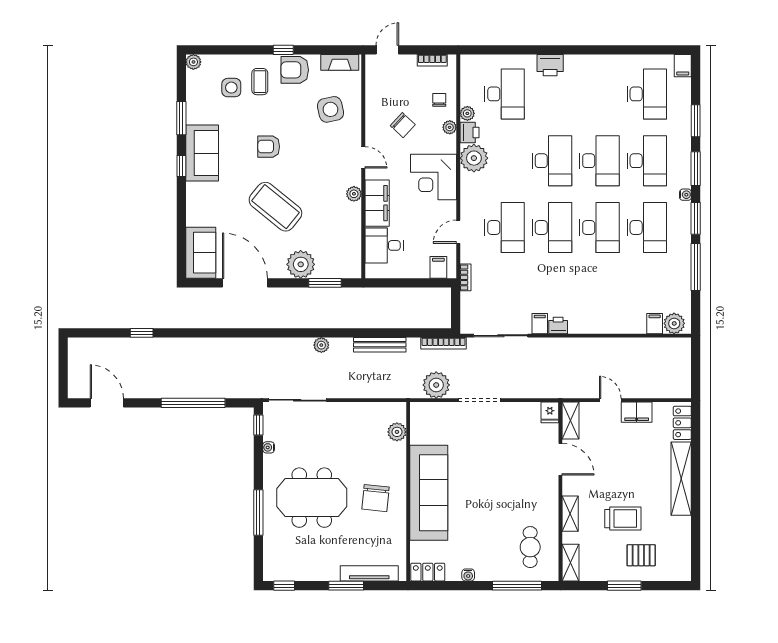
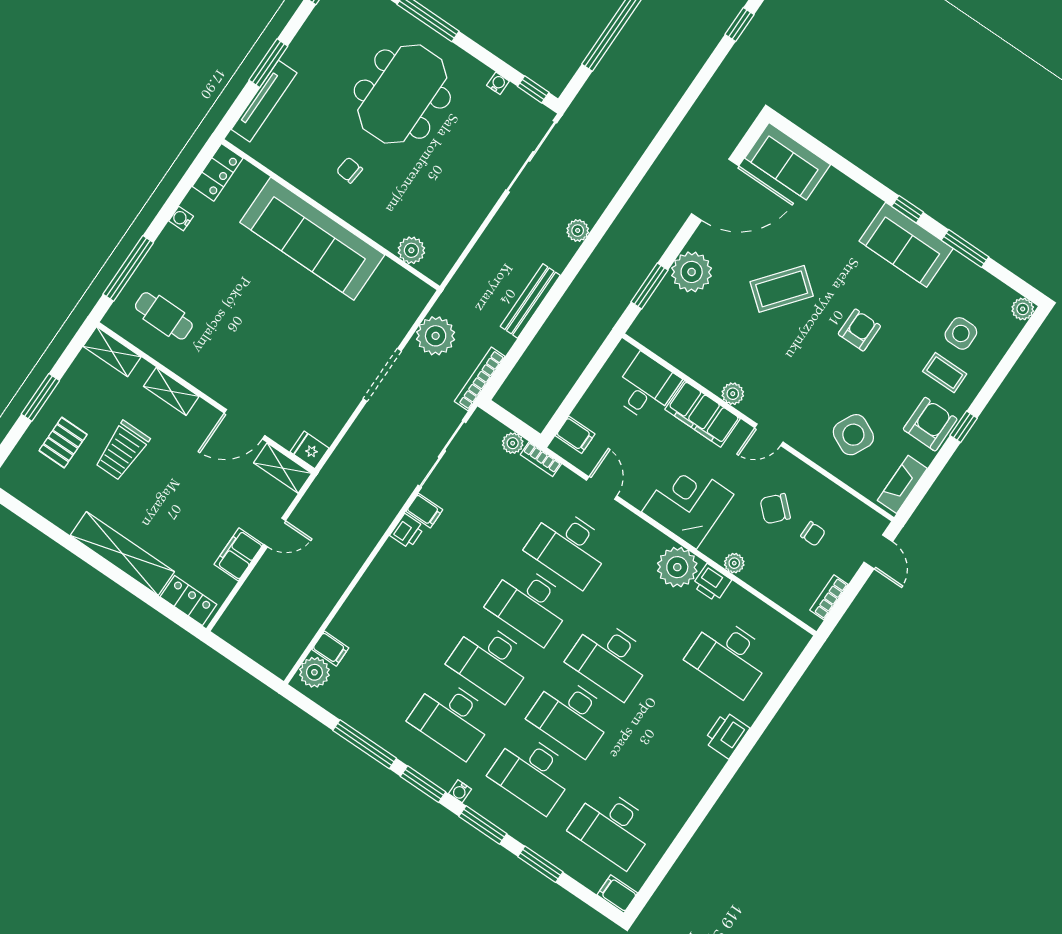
chair: (439, 100) -> (813, 534), moved
side table: (330, 109) -> (853, 435), turned 38
plant: (467, 113) -> (513, 443), moved
coffee table: (275, 207) -> (782, 289), width x0.73, depth x0.76
chair: (375, 498) -> (349, 170), width x0.54, depth x0.54

